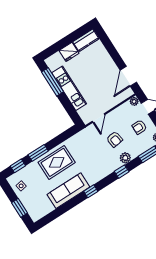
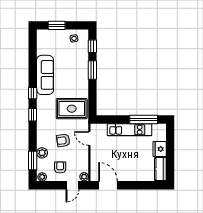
plant: (125, 158) -> (42, 153), moved
rug: (57, 162) -> (72, 109), moved, turned 90
window: (122, 172) -> (33, 115), moved

